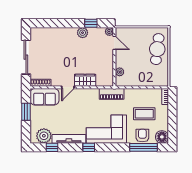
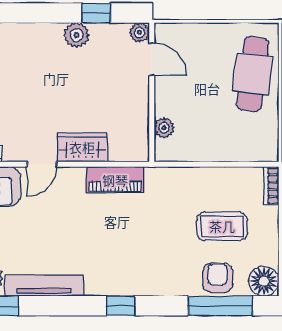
piano: (112, 94) -> (115, 180), moved
corner sofa: (106, 129) -> (133, 263), removed
window: (89, 147) -> (121, 306), moved

